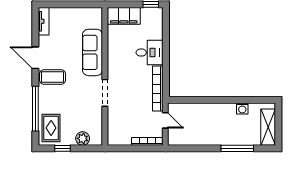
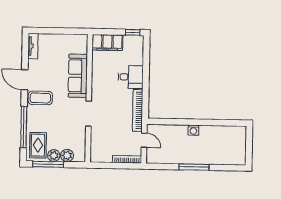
washing machine: (242, 109) -> (193, 130), moved
shelving: (268, 127) -> (239, 148), removed
plant: (68, 139) -> (54, 156), added
window: (62, 148) -> (48, 164), width x2.17
window: (237, 148) -> (194, 167), moved

